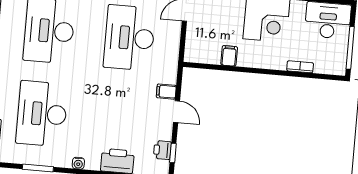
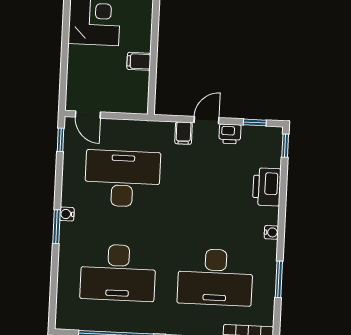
desk: (129, 38) -> (122, 179), turned 180
printer: (162, 150) -> (230, 134), moved

